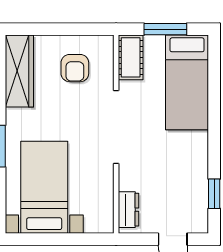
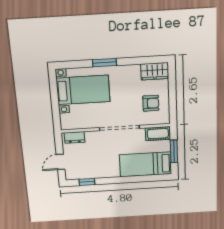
armchair: (75, 68) -> (151, 103), turned 180
wardrobe: (19, 71) -> (155, 71), width x0.67

